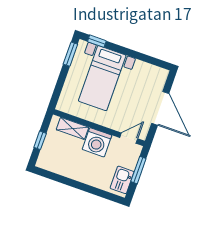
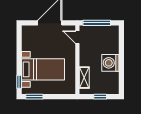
washing machine: (97, 142) -> (110, 63), moved, turned 180
window: (138, 170) -> (97, 23), width x1.44
kitchen sink: (122, 180) -> (107, 32), removed

